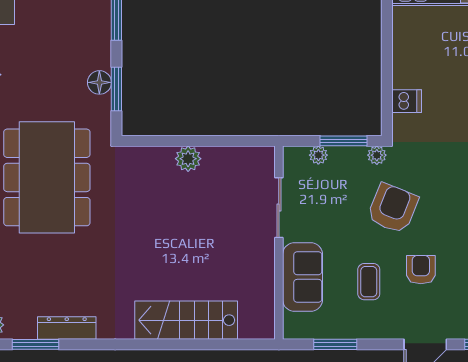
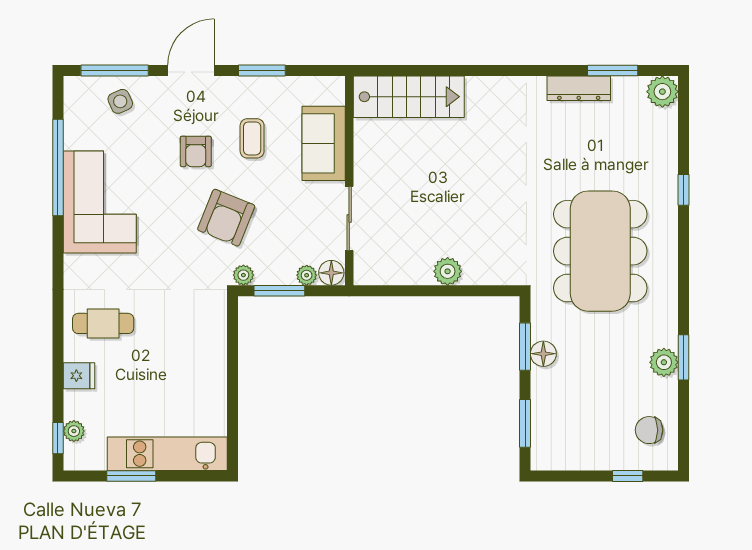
dishwasher: (407, 101) -> (211, 334), removed
floor lamp: (296, 157) -> (331, 273), added
stairs: (186, 320) -> (409, 97), moved
window: (335, 344) -> (262, 70), moved

